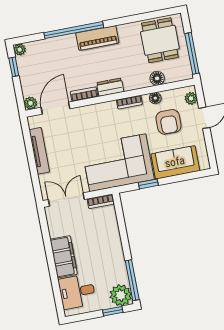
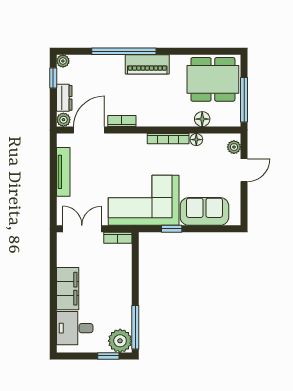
dining table: (160, 40) -> (213, 79), width x1.37
dresser: (110, 87) -> (64, 98), moved, turned 90
bookcase: (129, 102) -> (168, 139), width x1.56
armchair: (169, 122) -> (205, 167), removed

